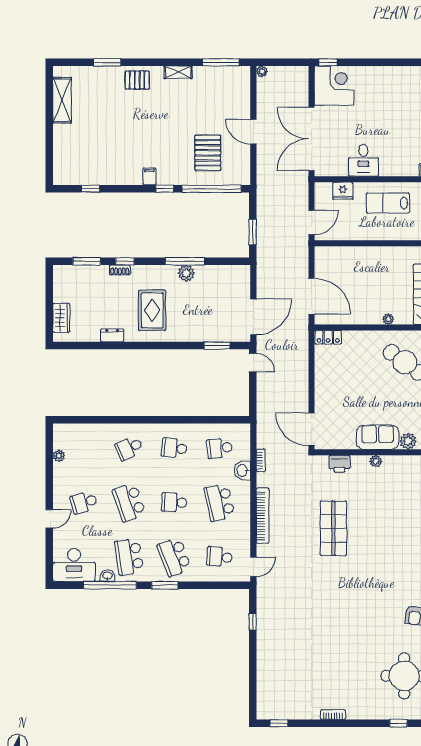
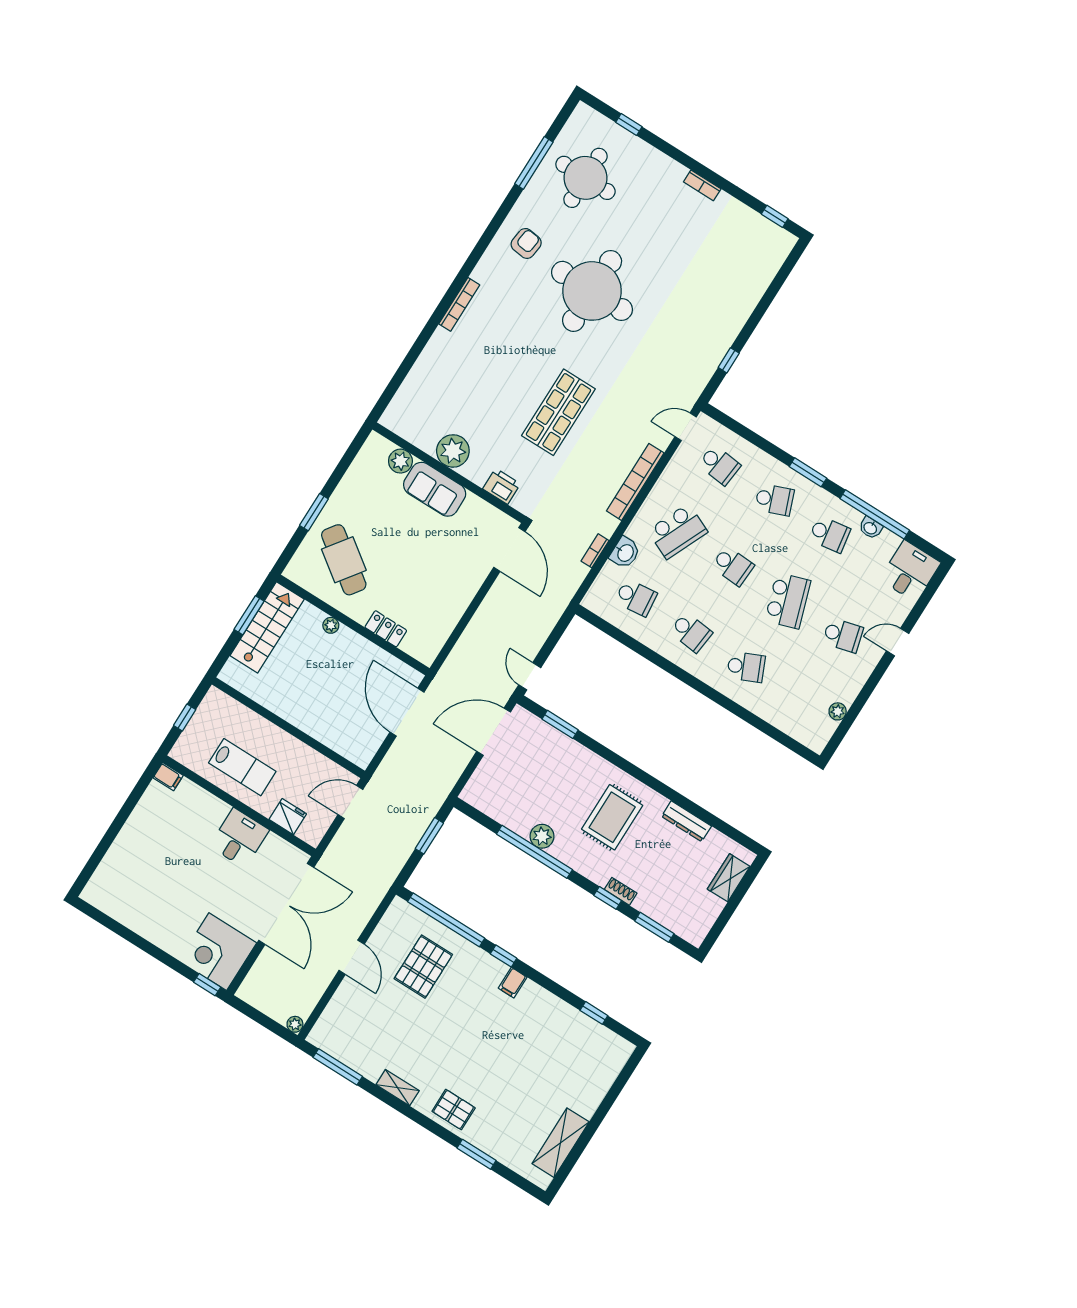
window: (185, 261) -> (534, 852), width x1.46
dresser: (112, 335) -> (686, 821), width x1.44
locker: (328, 337) -> (386, 629), moved
plant: (376, 461) -> (453, 451), width x1.88, depth x1.88
school desk: (219, 502) -> (678, 531), turned 36
school desk: (129, 557) -> (830, 534), width x0.54
school desk: (174, 557) -> (774, 500), width x0.54
desk: (74, 565) -> (910, 571), width x0.73
round table: (359, 612) -> (592, 291), added

